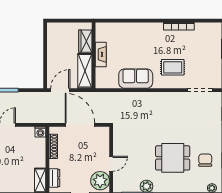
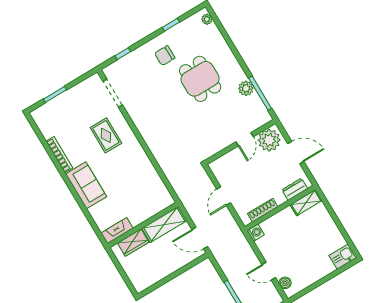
fireplace: (101, 54) -> (117, 231), moved
sofa: (136, 79) -> (86, 185), moved, turned 180
door: (80, 125) -> (224, 196), width x0.53
chair: (205, 160) -> (165, 56), moved
door: (111, 164) -> (245, 139), swing flipped

